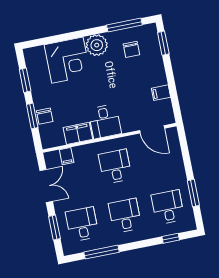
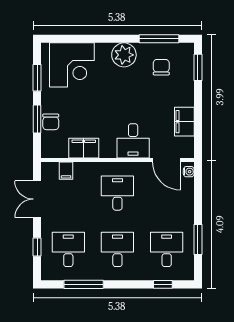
chair: (131, 49) -> (161, 67), turned 180
corner desk: (67, 60) -> (72, 65), moved
filing cabinet: (161, 93) -> (184, 122), width x2.00
desk: (105, 121) -> (133, 141), moved
water cooler: (174, 136) -> (189, 172), added
double door: (46, 186) -> (37, 199), swing flipped
window: (54, 228) -> (37, 247), width x0.67

